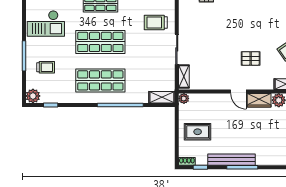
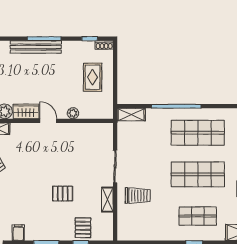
pallet: (251, 58) -> (63, 194), moved
shelving: (184, 77) -> (107, 200), moved
plant: (184, 98) -> (73, 113), moved
rug: (198, 132) -> (93, 77), turned 90
bench: (231, 160) -> (36, 47), moved

